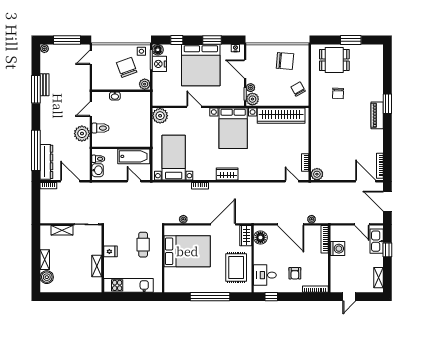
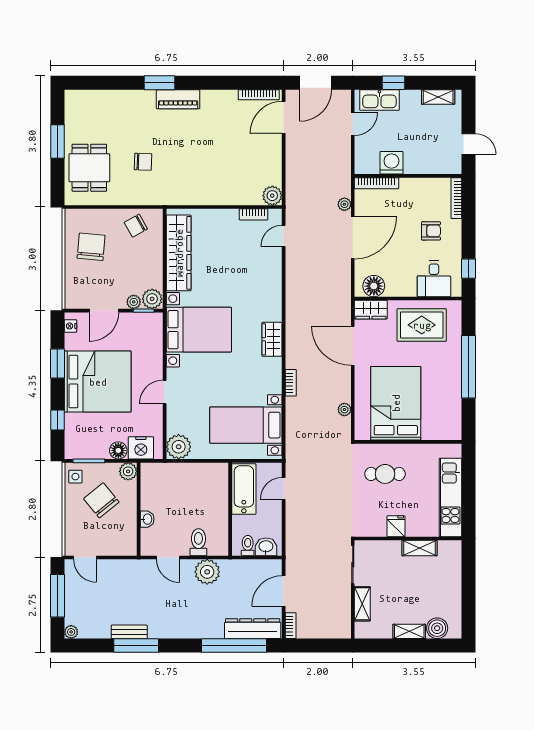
floor lamp: (158, 50) -> (118, 450), moved
nightstand: (159, 64) -> (141, 448), moved
chair: (127, 67) -> (101, 500), turned 71

